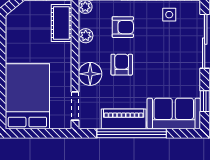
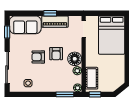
armchair: (123, 27) -> (38, 57), moved
floor lamp: (90, 74) -> (75, 59), moved
window: (132, 133) -> (50, 13), width x0.32

